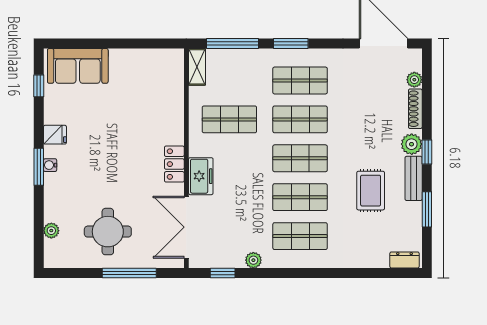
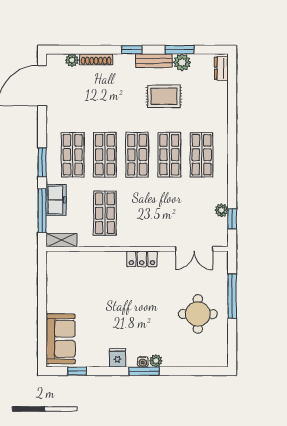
plant: (412, 144) -> (182, 62), moved
freezer: (201, 176) -> (56, 200), moved, turned 90
double door: (186, 227) -> (194, 249), width x0.73
plant: (51, 231) -> (156, 361), moved
plant: (253, 260) -> (221, 210), moved

